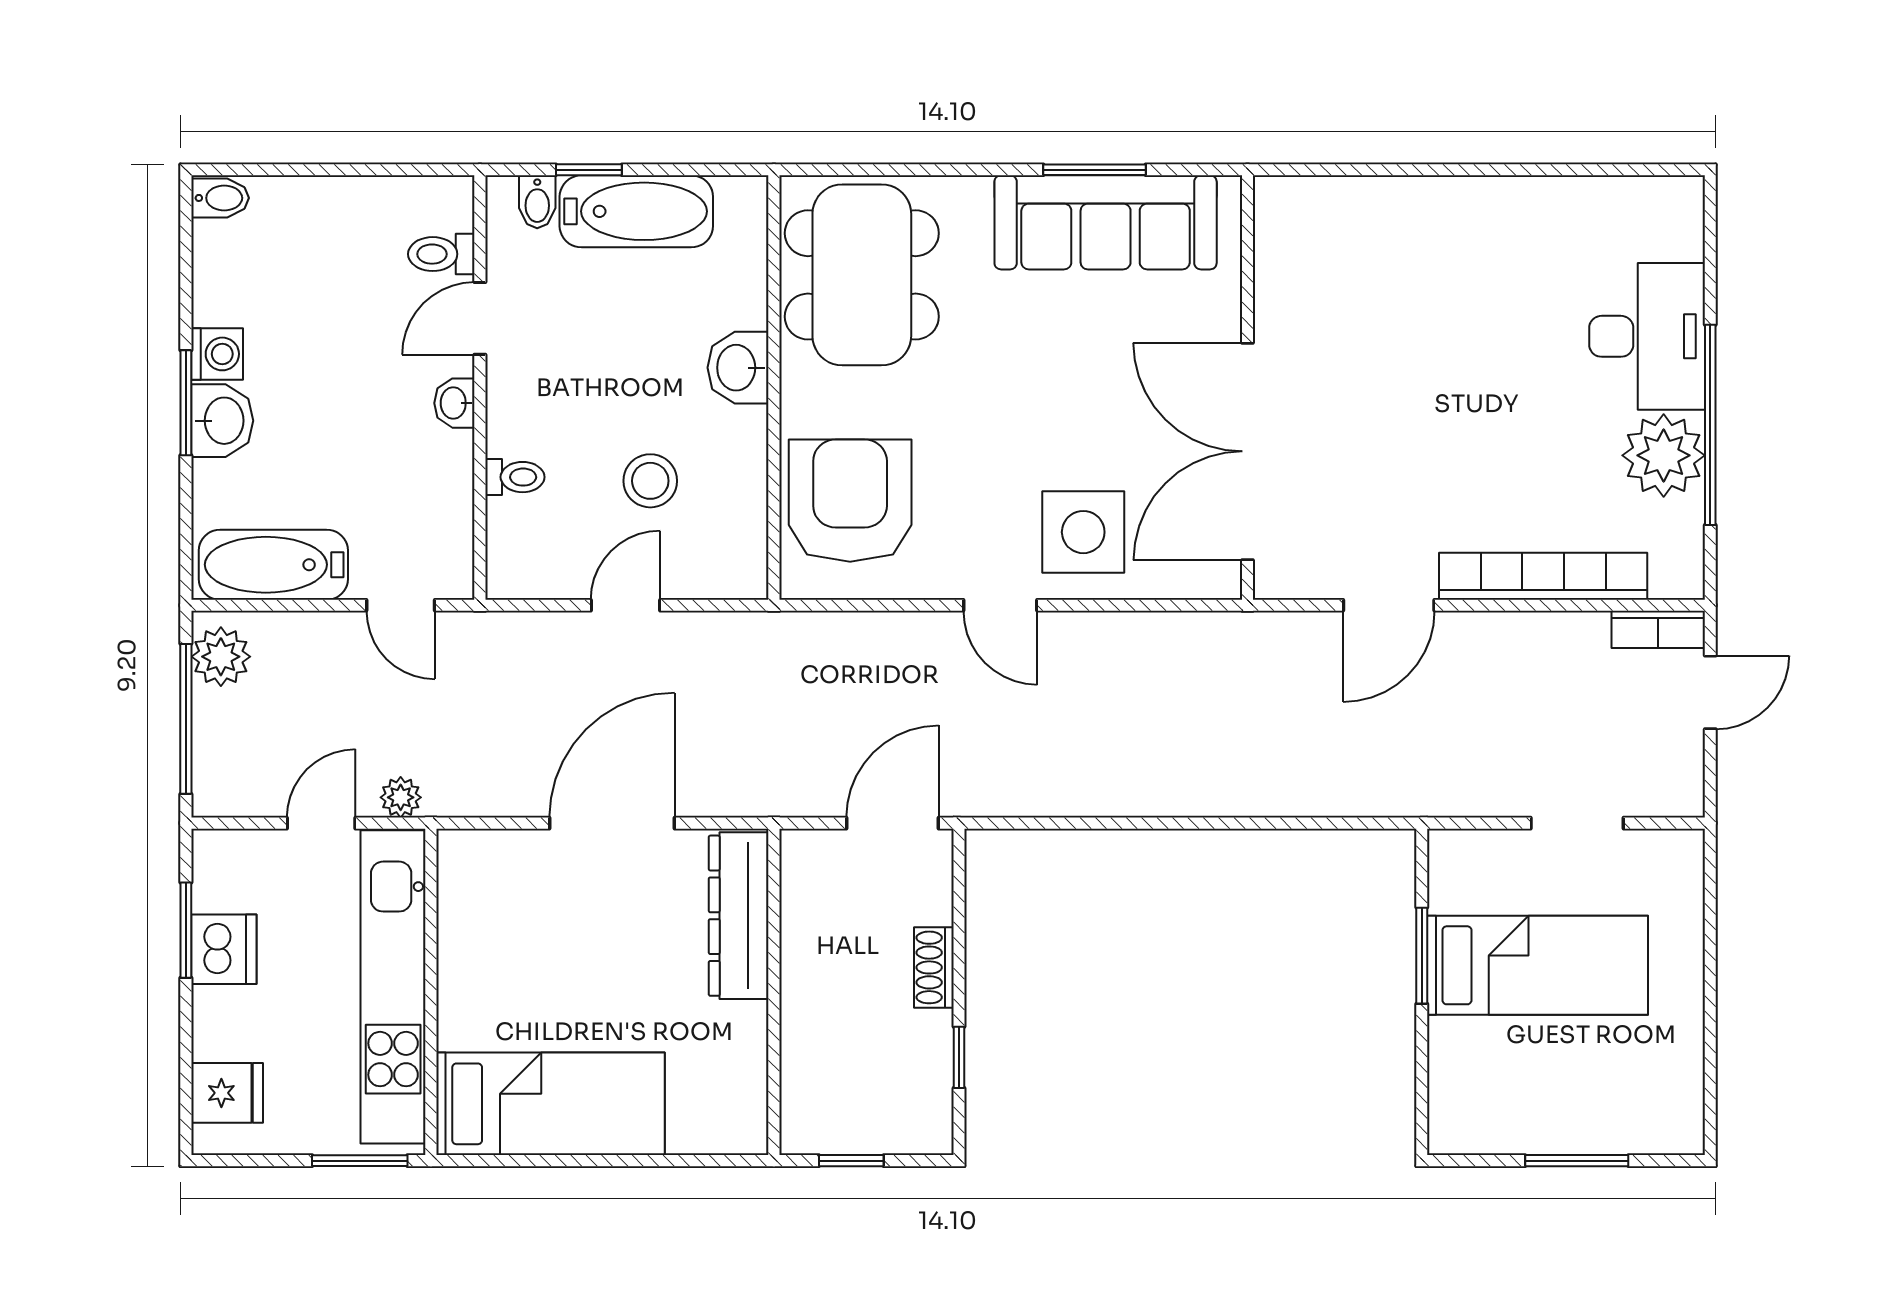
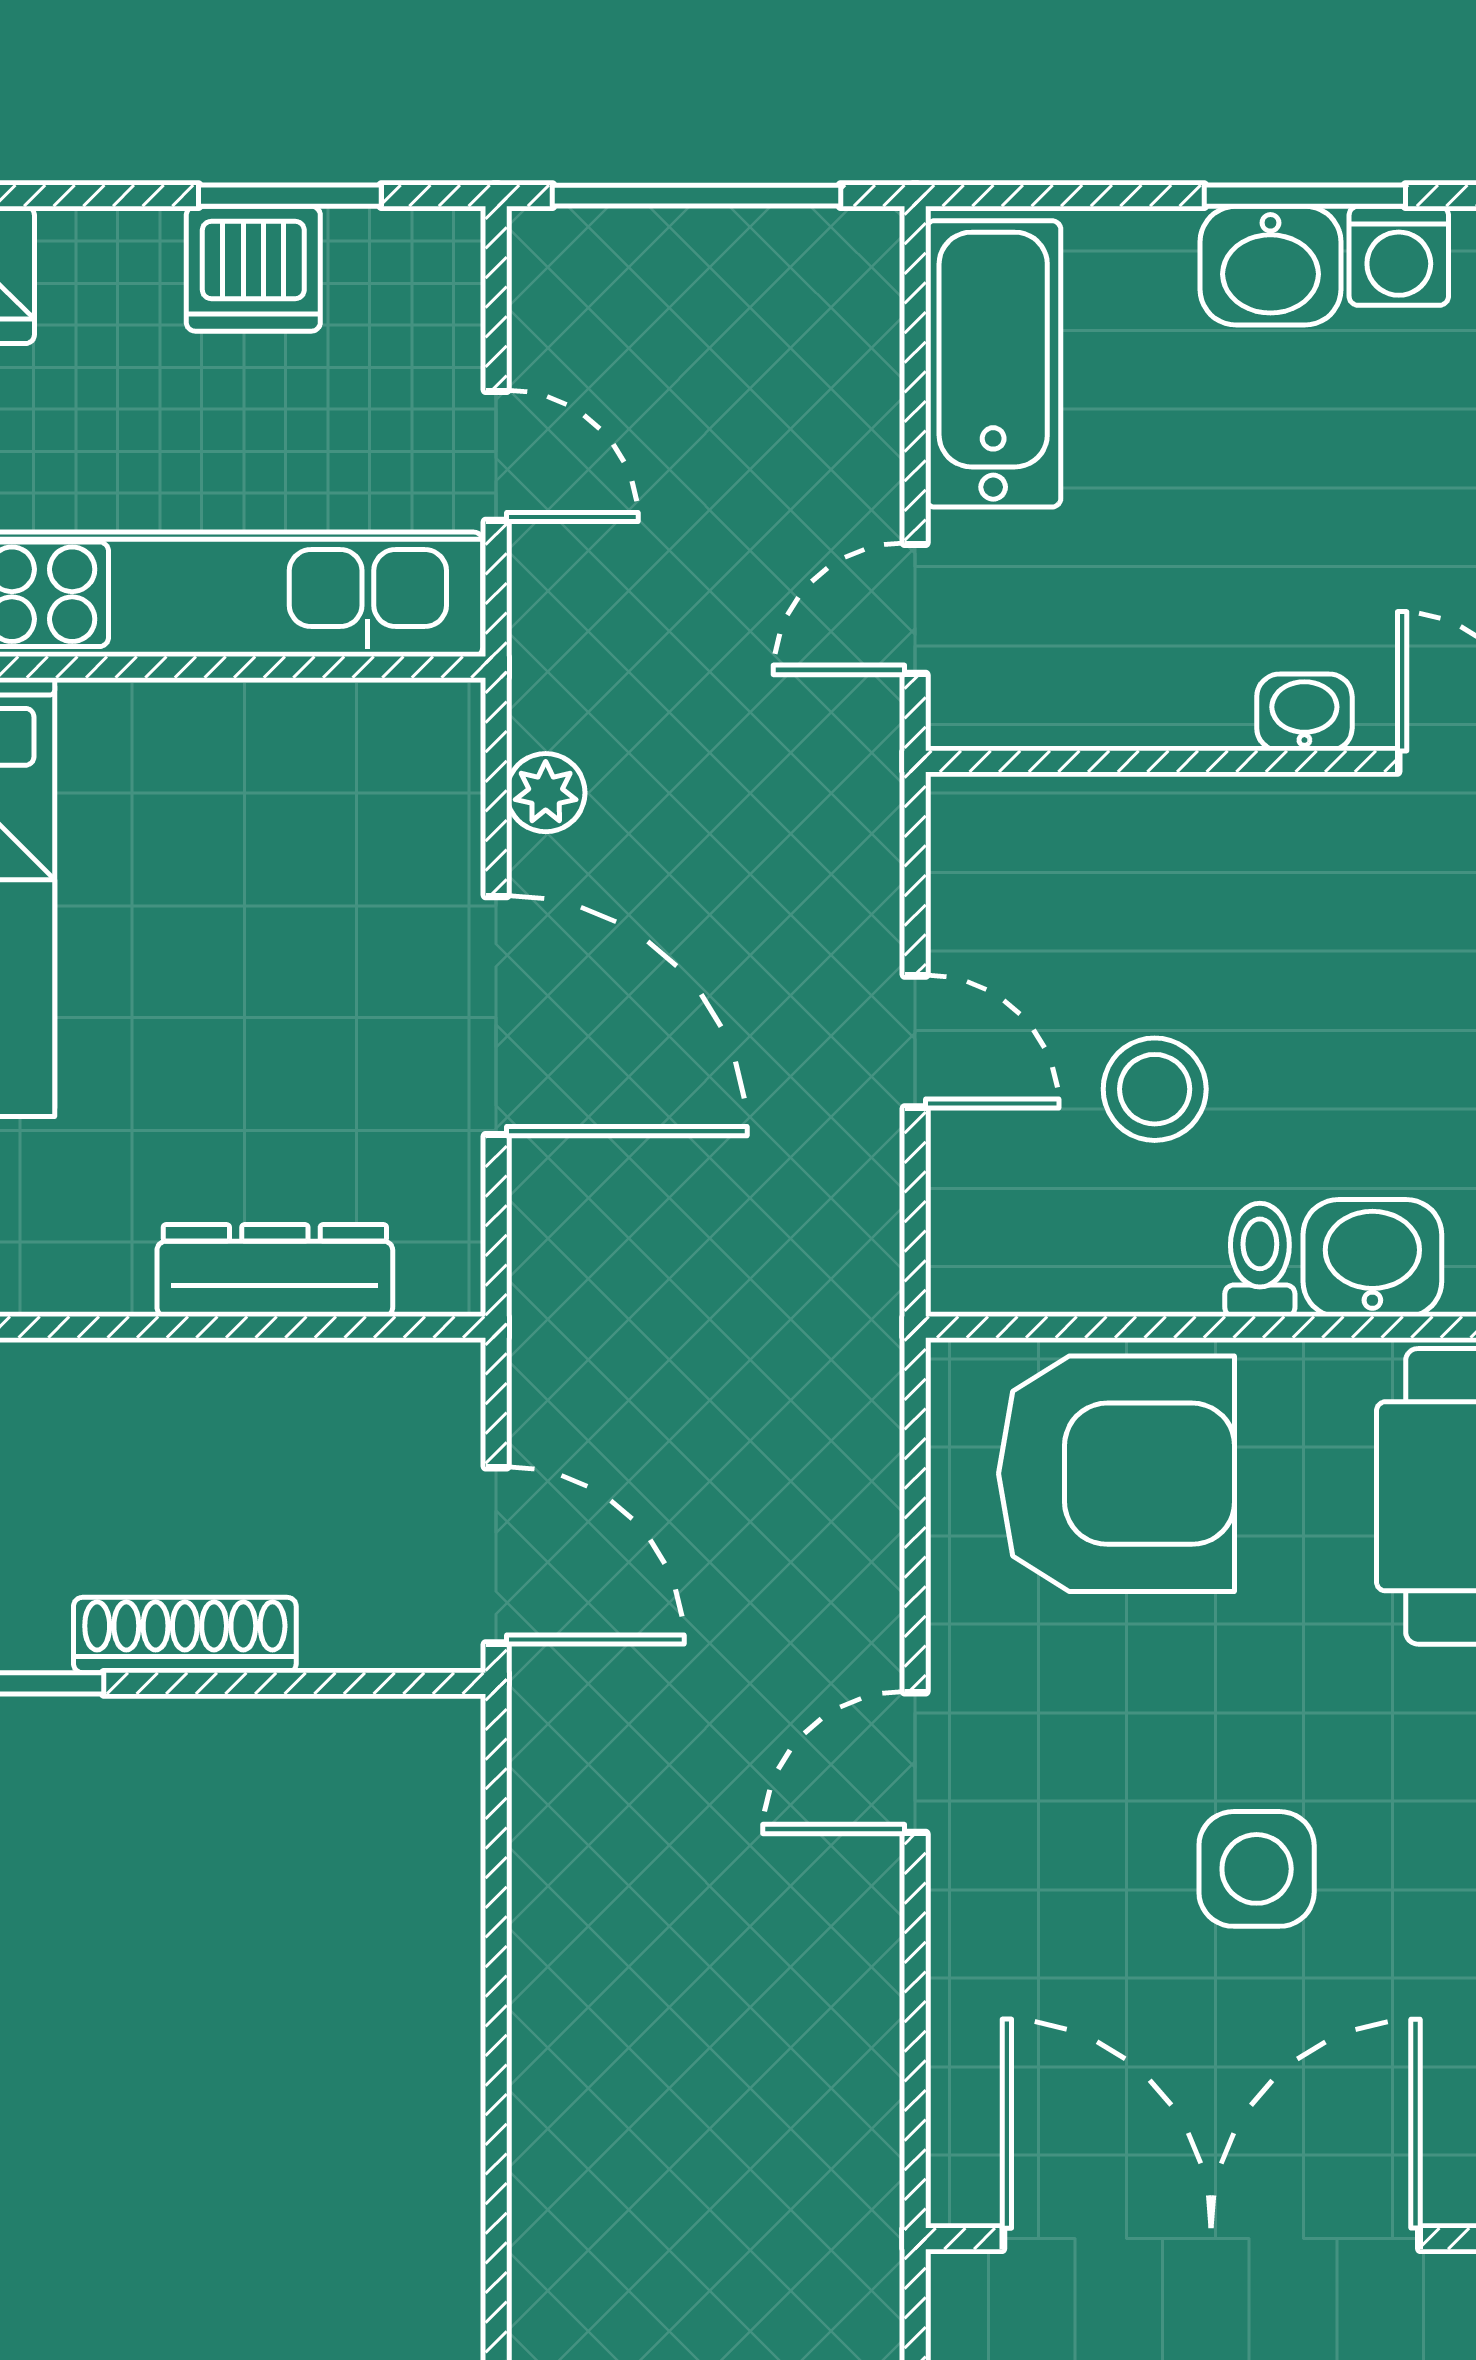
toilet: (515, 477) -> (1260, 1260), moved, turned 180
side table: (1083, 532) -> (1257, 1869), moved, width x0.73, depth x0.73
plant: (221, 657) -> (816, 263), removed
plant: (401, 797) -> (546, 793), moved
dresser: (739, 916) -> (275, 1271), width x0.73, depth x0.80
shoe rack: (934, 967) -> (185, 1635), width x1.43

